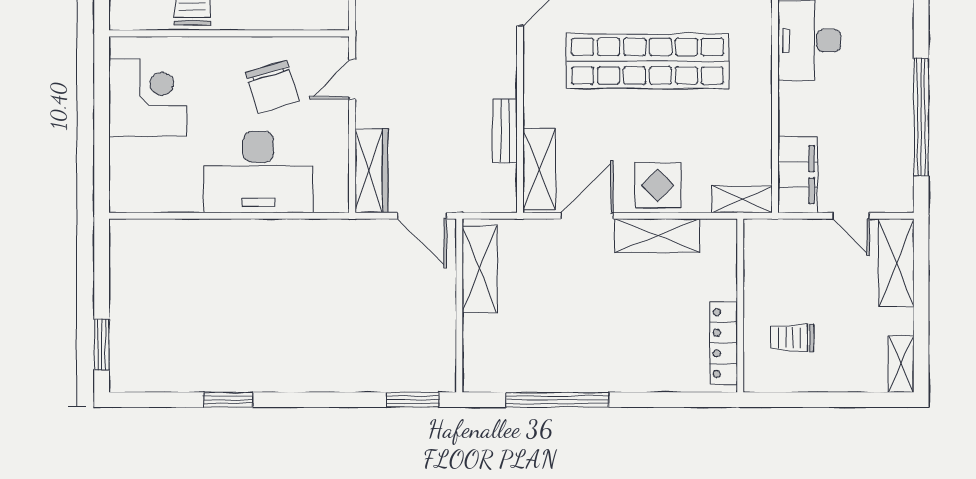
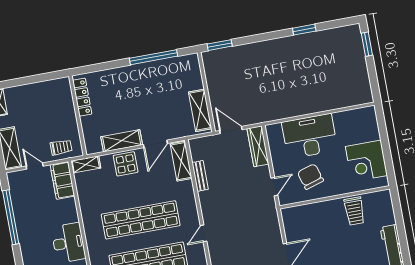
trolley: (792, 338) -> (61, 147), moved

